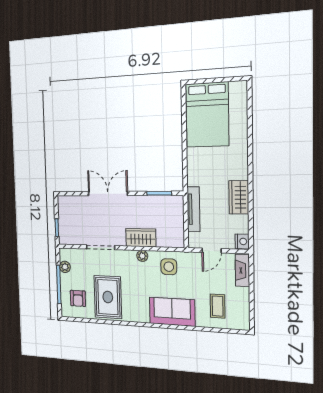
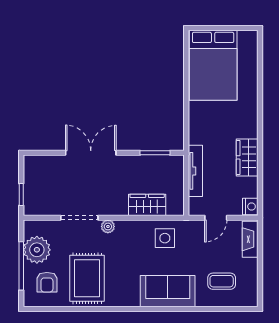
wardrobe: (141, 238) -> (147, 205), moved
plant: (142, 256) -> (108, 226), moved
plant: (65, 267) -> (37, 250), width x1.87, depth x1.87
coffee table: (218, 306) -> (222, 281), turned 90

